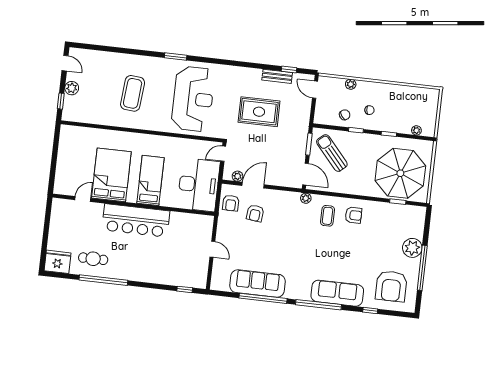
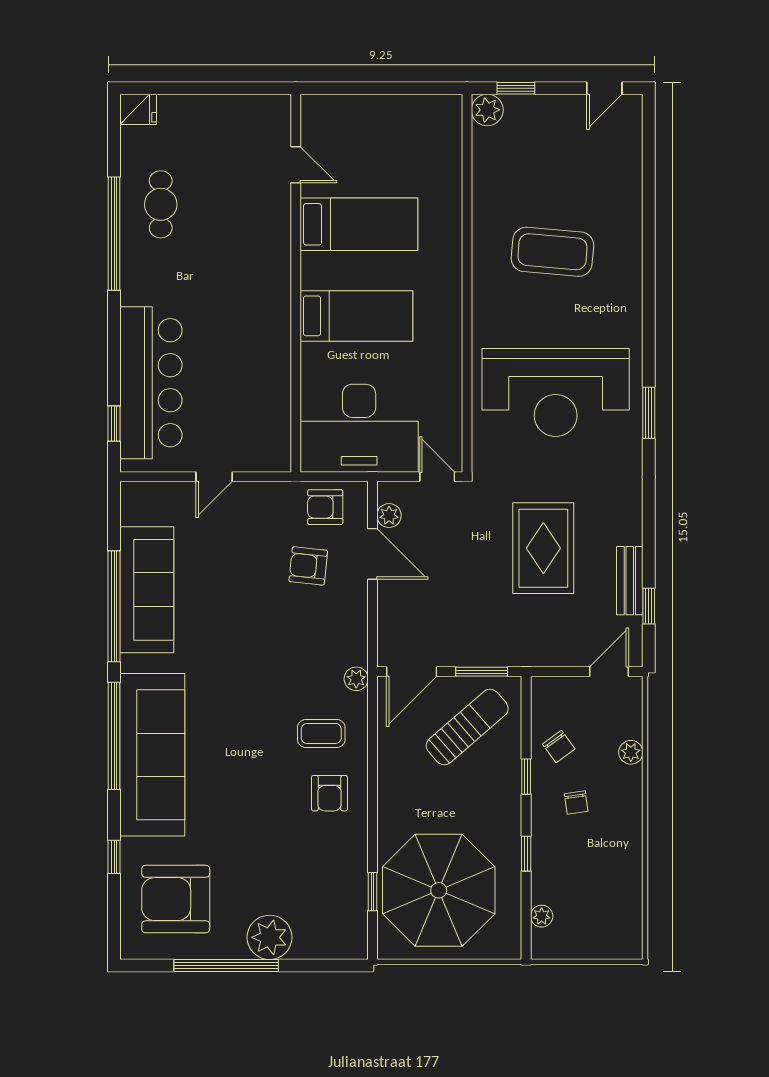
window: (176, 57) -> (649, 413), moved
plant: (72, 88) -> (487, 110), moved
bed: (111, 175) -> (359, 224), width x0.67
bar counter: (136, 220) -> (151, 383), moved, turned 180
fridge: (57, 262) -> (138, 109), width x0.53, depth x0.75
sofa: (337, 293) -> (152, 755), width x1.36, depth x1.27

